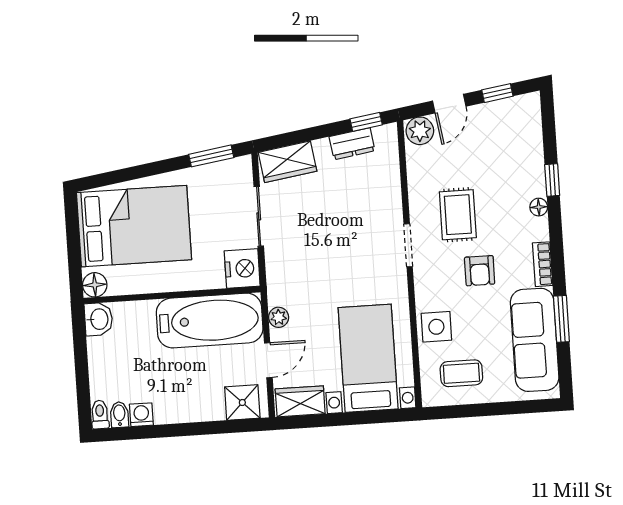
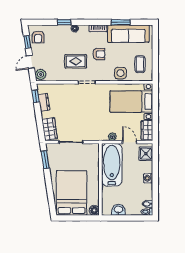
door: (449, 104) -> (30, 62), swing flipped
armchair: (512, 118) -> (38, 37), added
nightstand: (242, 268) -> (92, 150), removed
washbasin: (99, 319) -> (118, 210), moved
washing machine: (141, 415) -> (148, 178), moved

